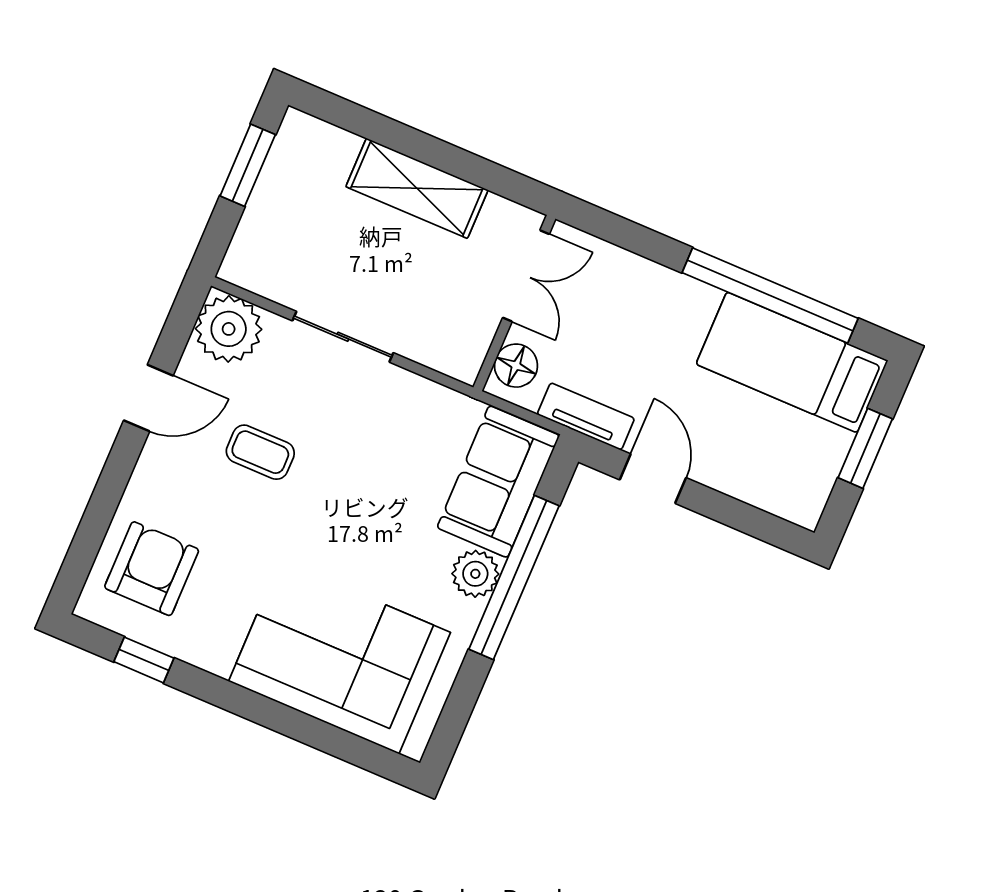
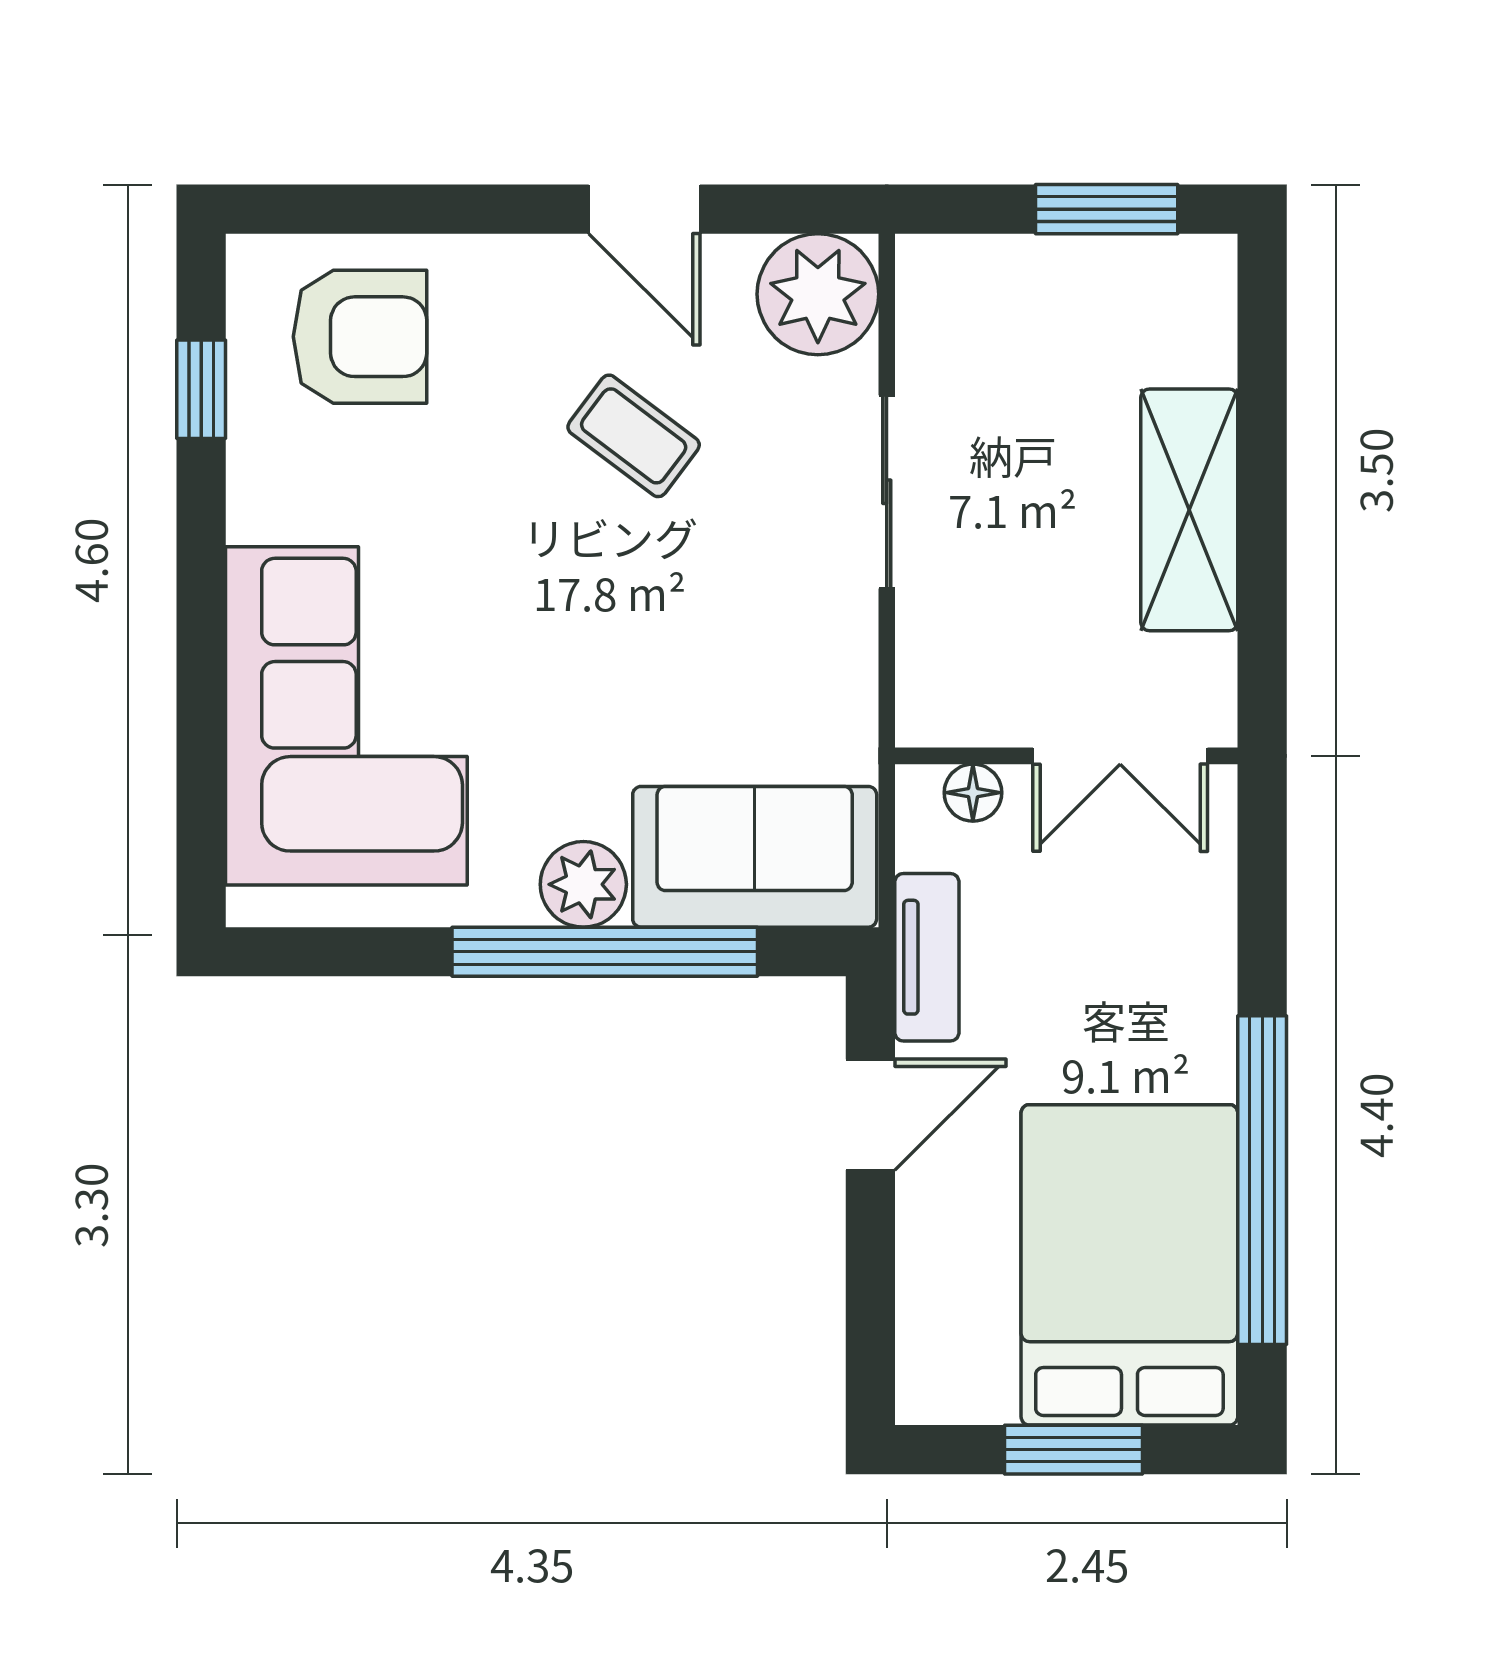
bed: (792, 362) -> (1129, 1265), width x1.50
floor lamp: (516, 366) -> (973, 793), width x0.73, depth x0.73
coffee table: (260, 452) -> (634, 436), turned -53

